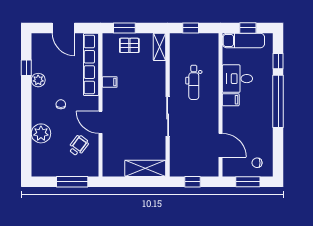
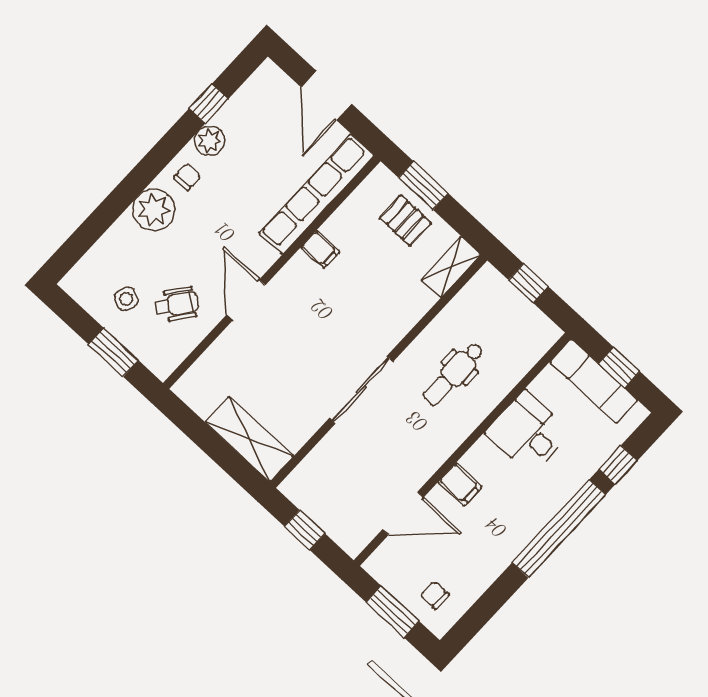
filing cabinet: (231, 100) -> (460, 484), moved
chair: (61, 104) -> (187, 177), moved
plant: (41, 133) -> (154, 210), moved
door: (221, 145) -> (403, 513), hinge flipped
side table: (60, 160) -> (126, 299), added
window: (72, 182) -> (113, 352), width x0.69

